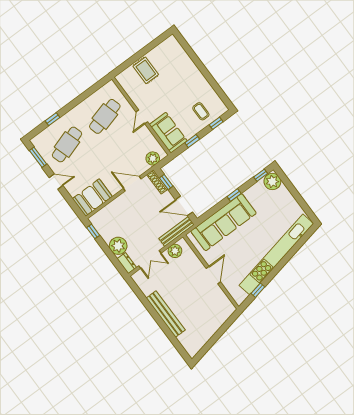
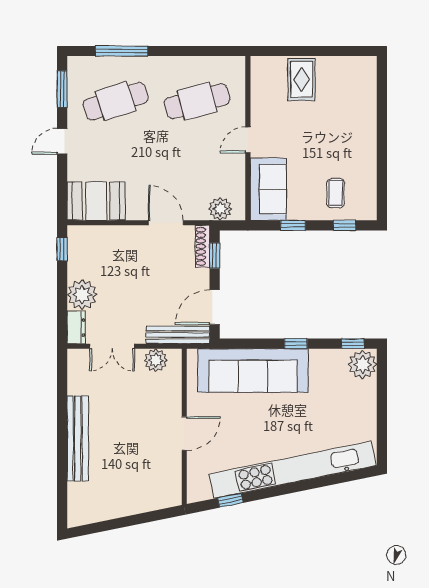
window: (53, 119) -> (122, 51), width x2.17
door: (56, 182) -> (62, 141), swing flipped
door: (184, 206) -> (215, 307), hinge flipped

